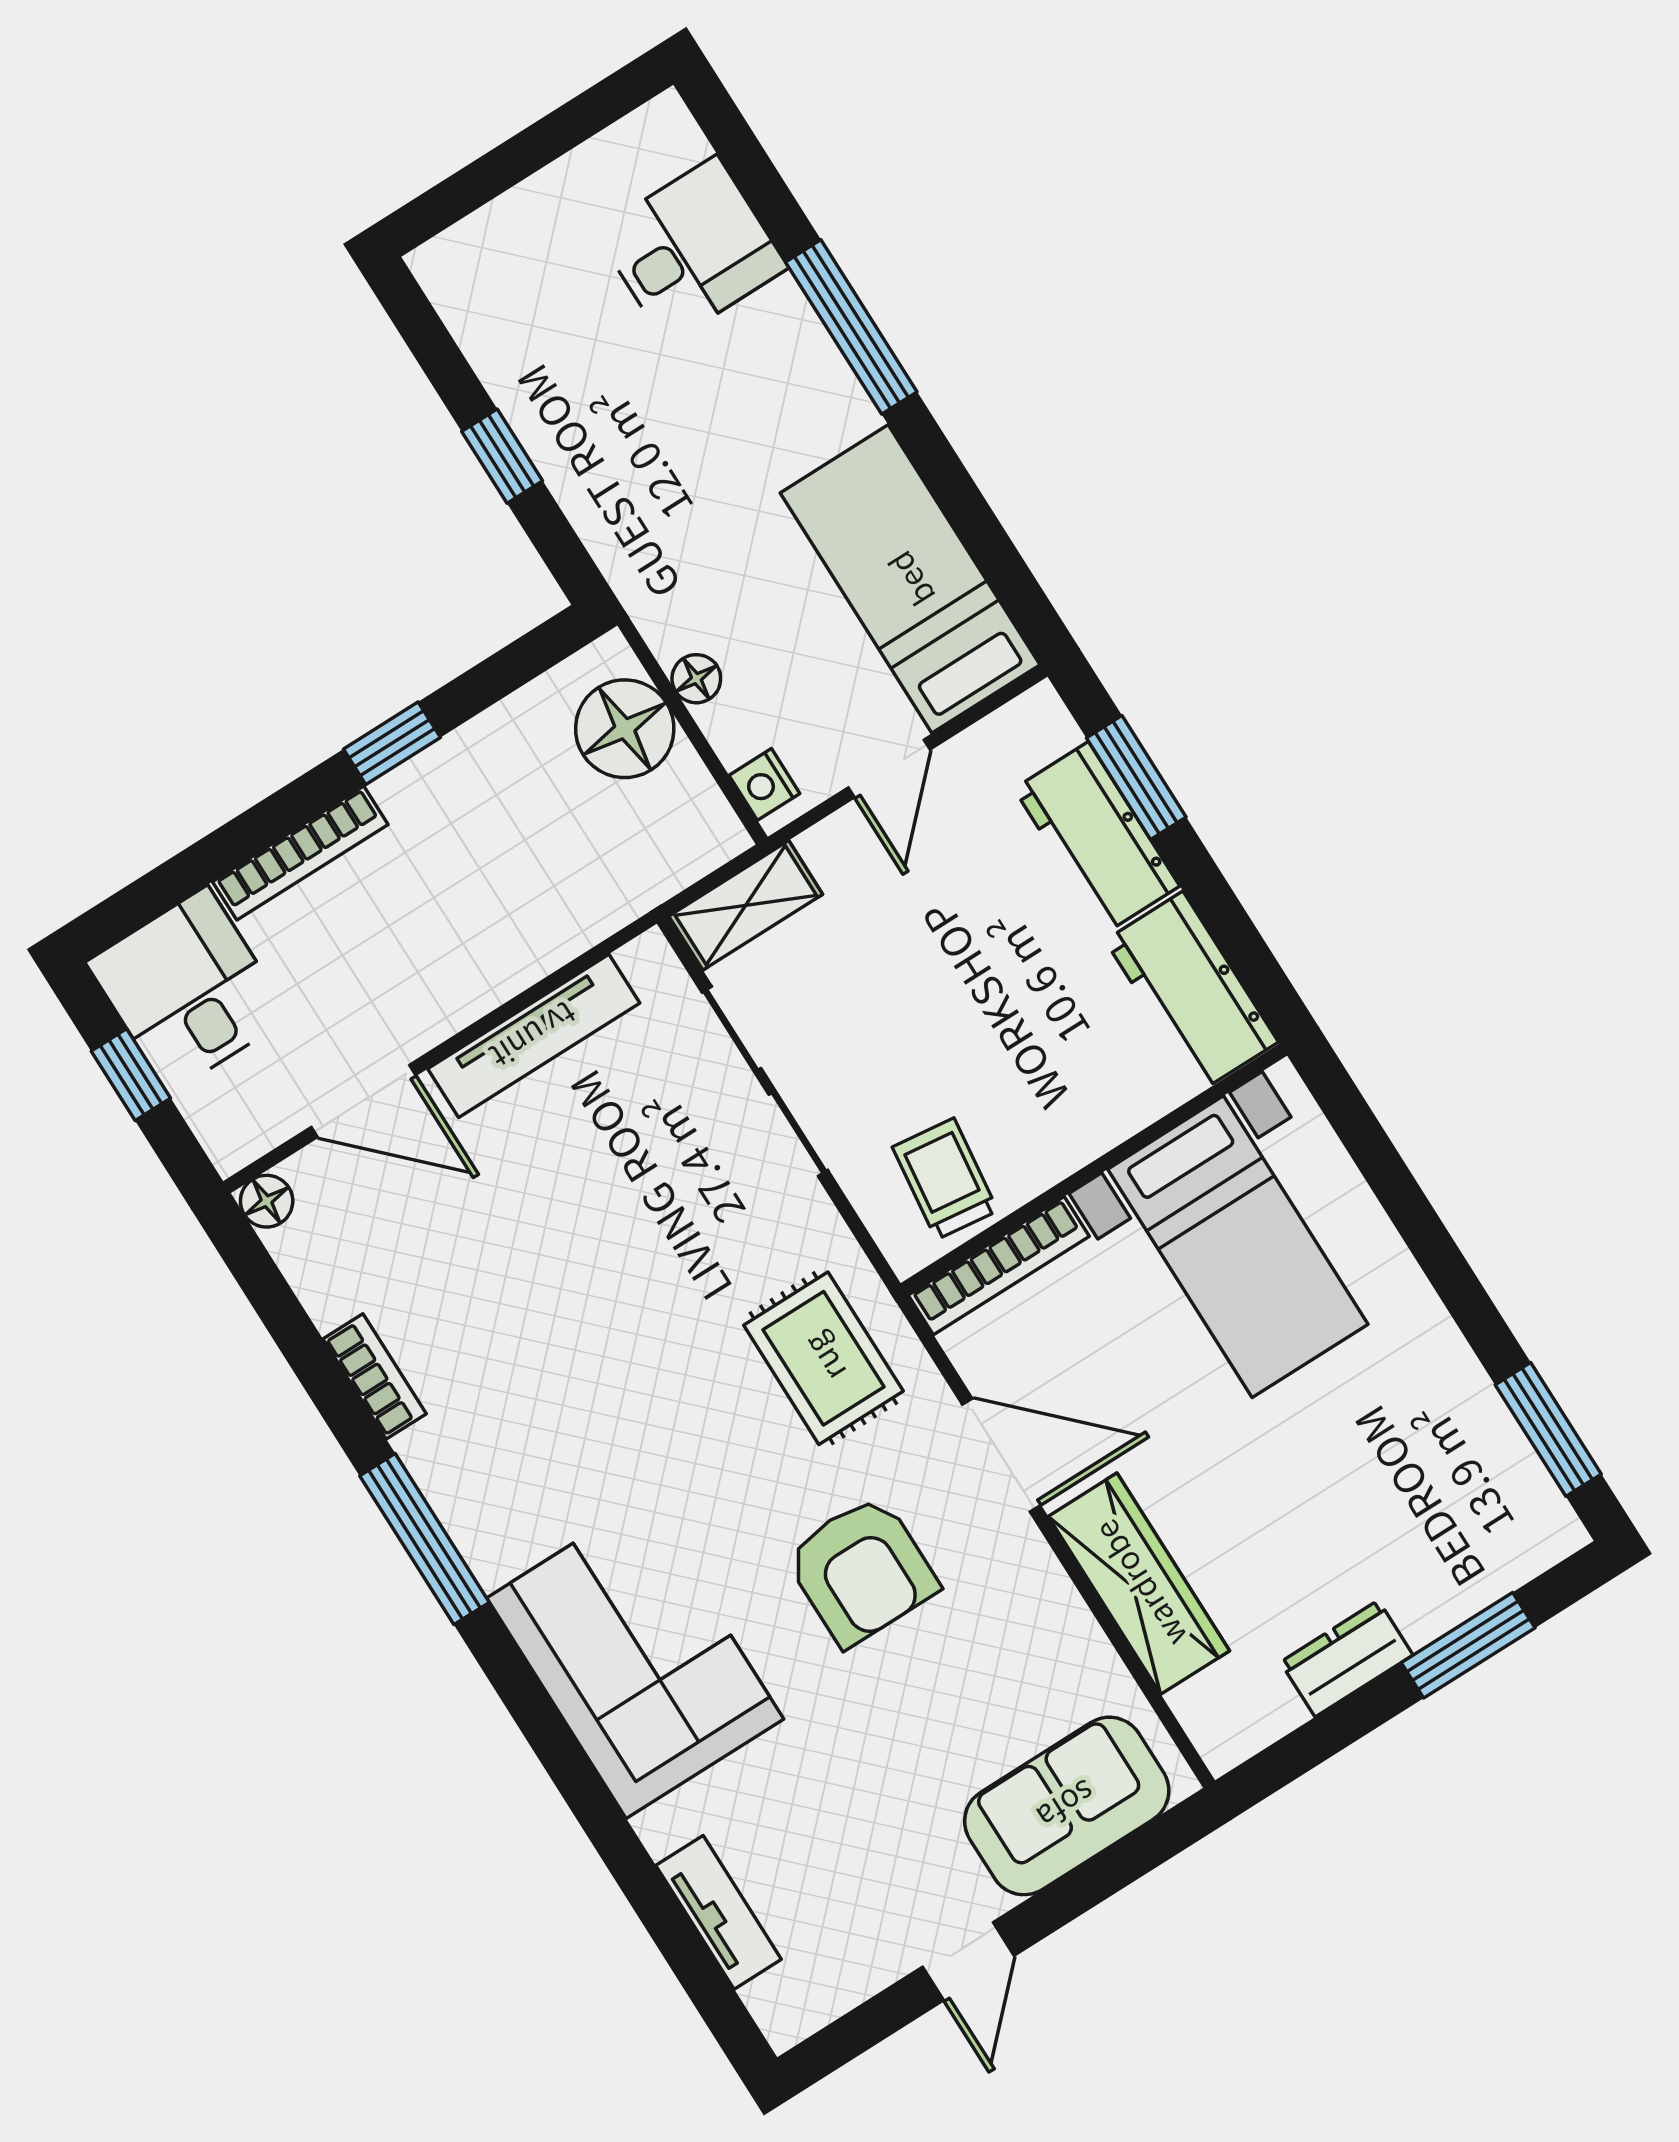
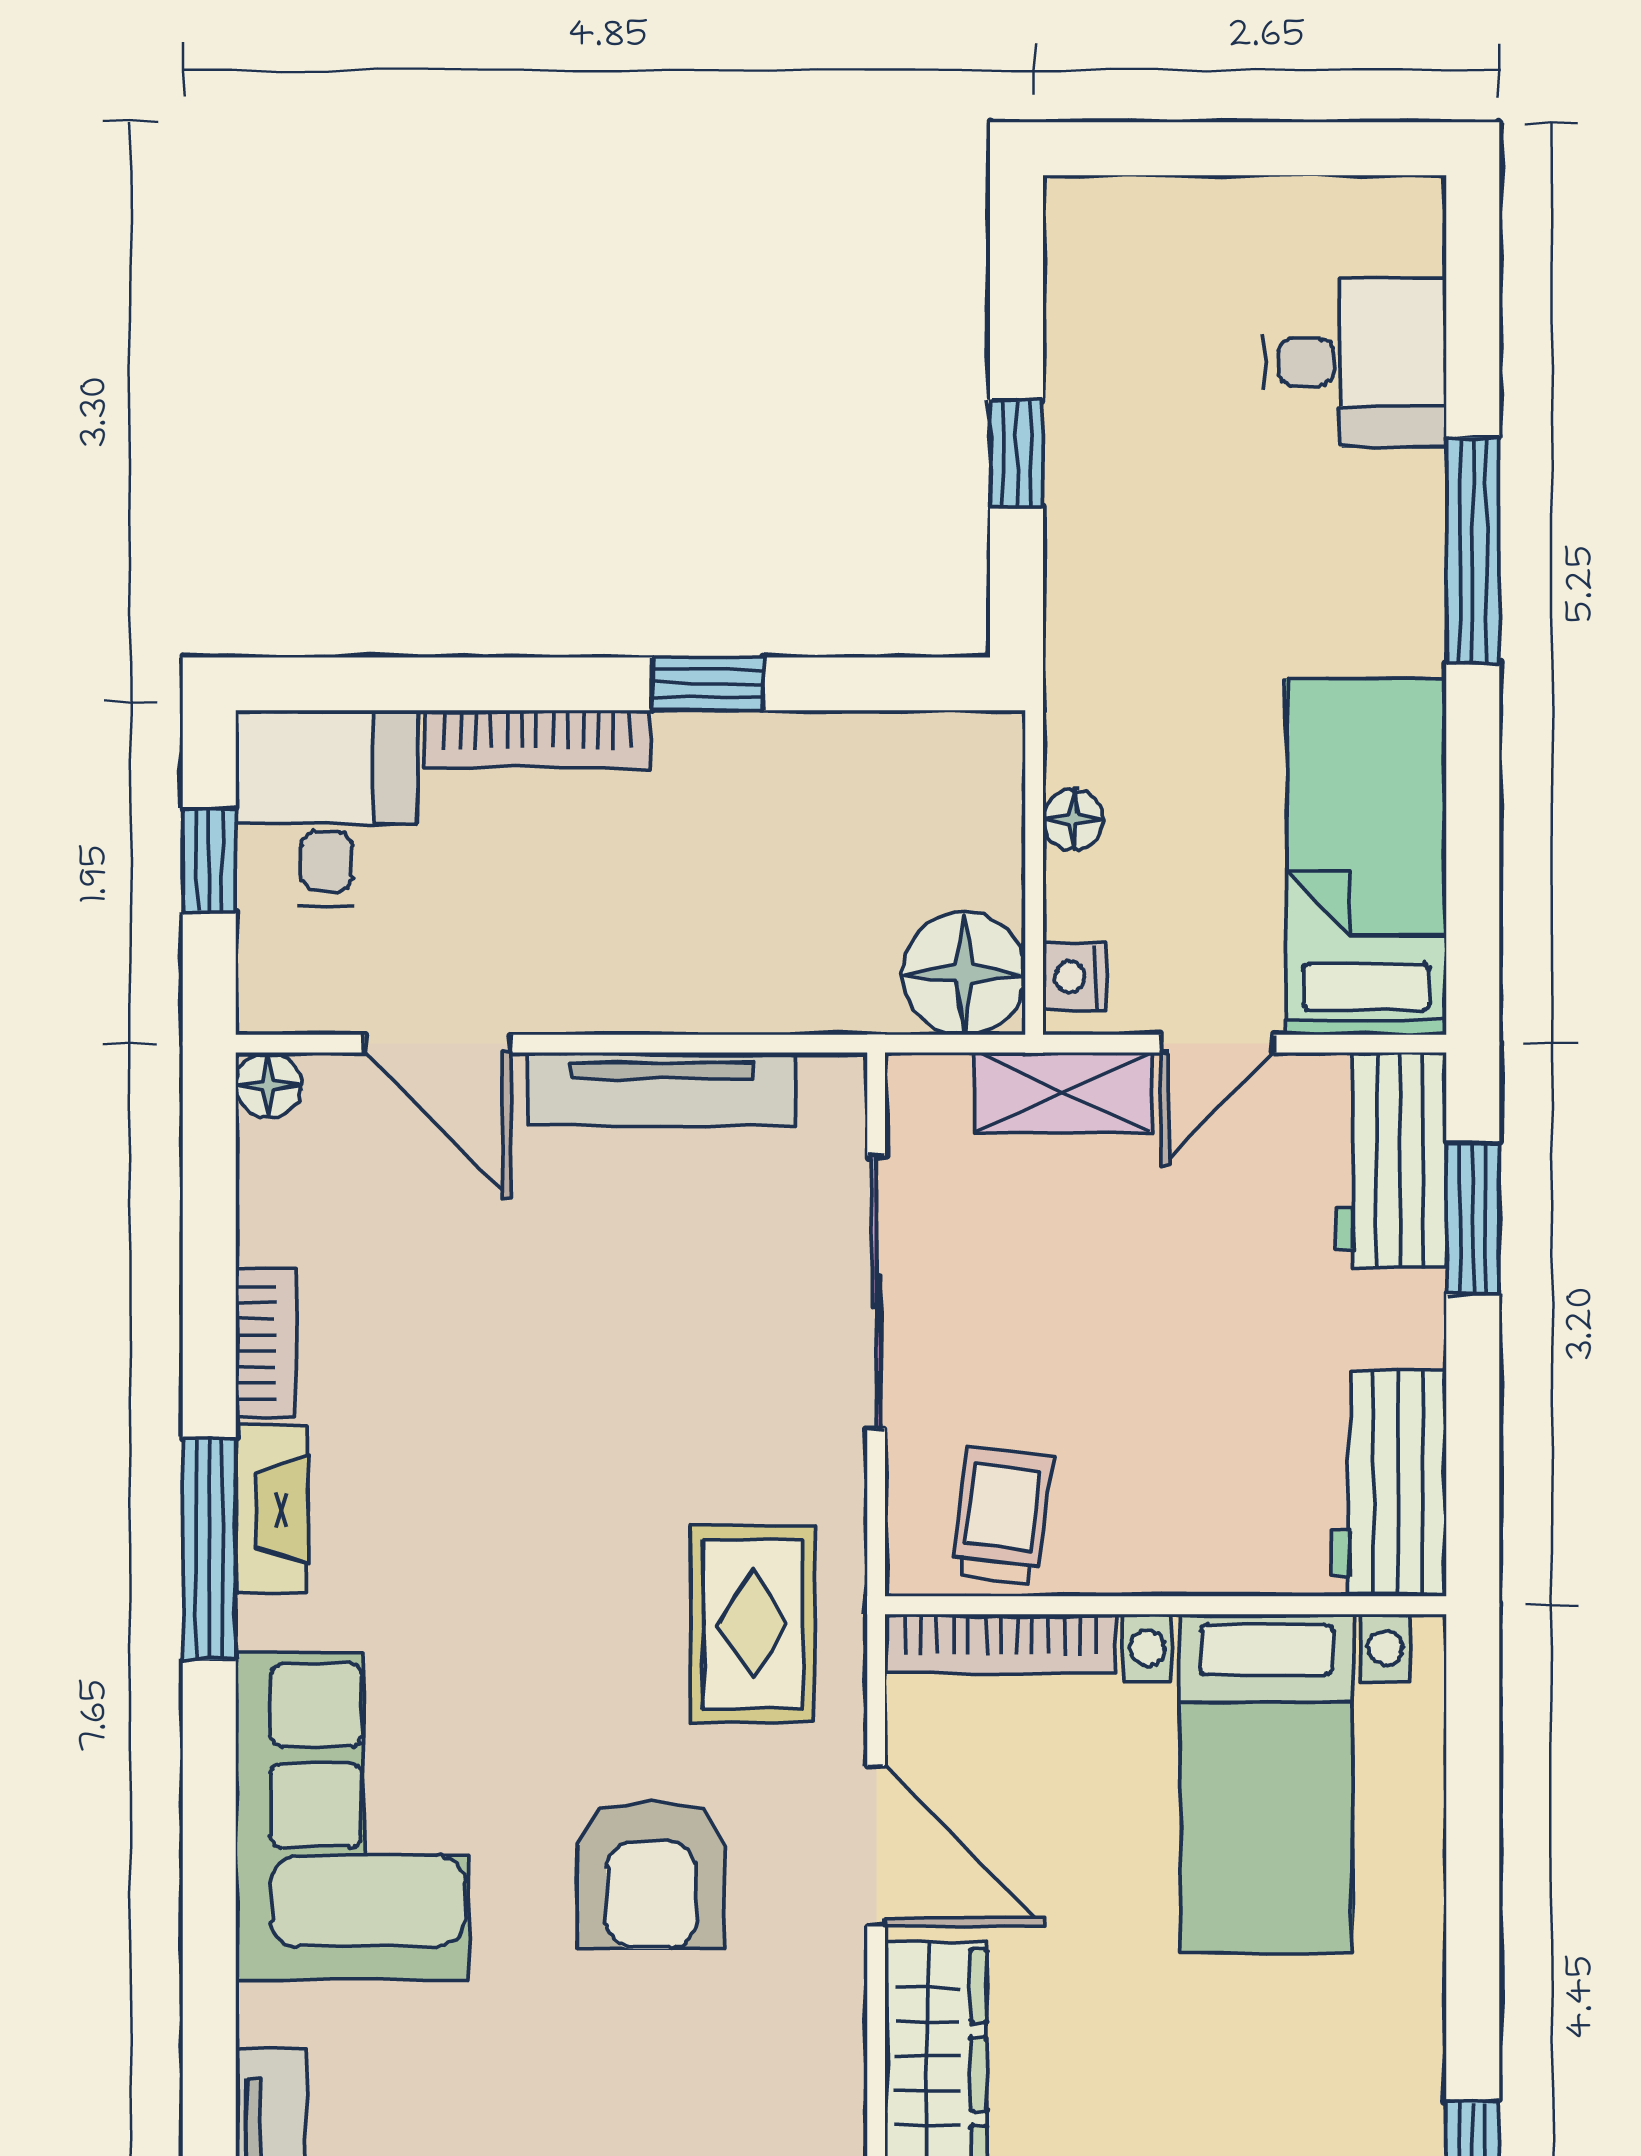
floor lamp: (625, 729) -> (964, 973), moved
workbench: (1097, 837) -> (1391, 1160), moved
shelving: (746, 905) -> (1063, 1092), moved
fireplace: (450, 1486) -> (272, 1509), added

